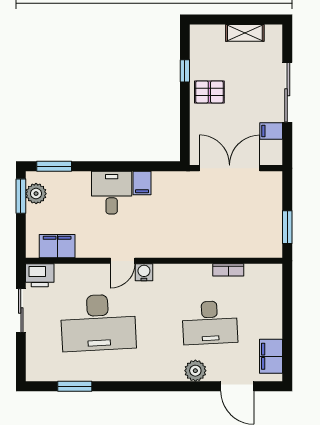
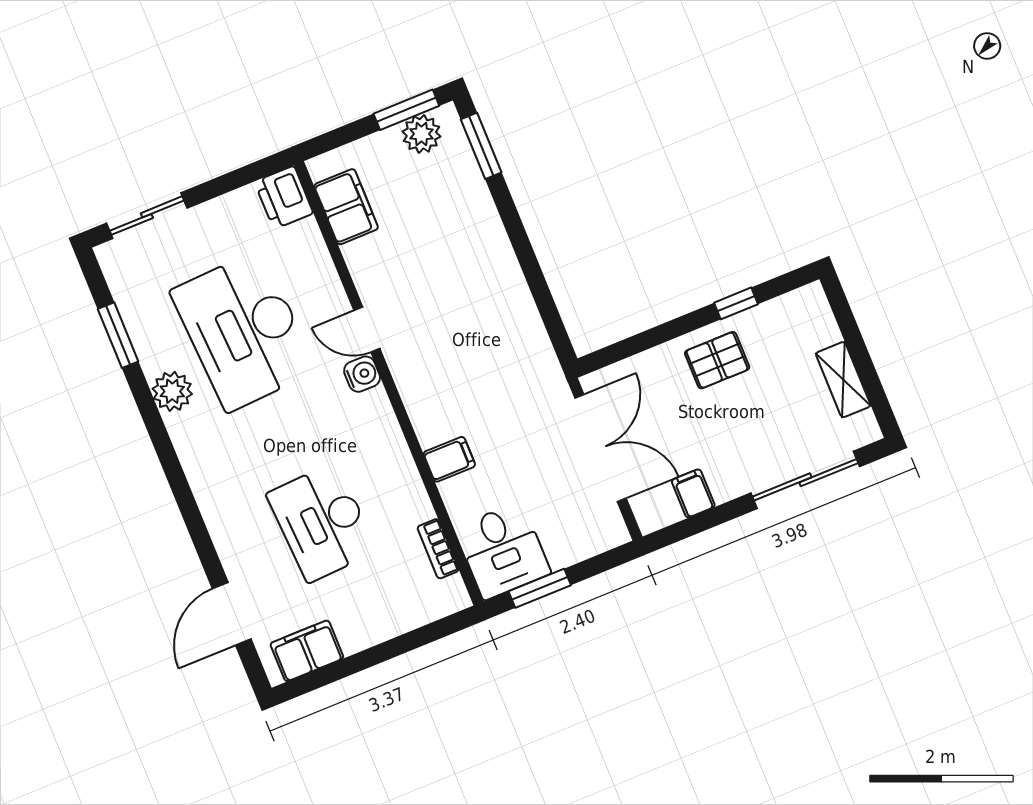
pallet: (209, 92) -> (717, 360), turned 90
sliding door: (287, 92) -> (805, 480), moved
filing cabinet: (142, 183) -> (449, 459), moved, turned 180
desk: (112, 193) -> (503, 551), moved, turned 90
bookcase: (228, 270) -> (438, 549), moved
sliding door: (21, 311) -> (147, 216), moved
plant: (195, 371) -> (172, 391), moved

